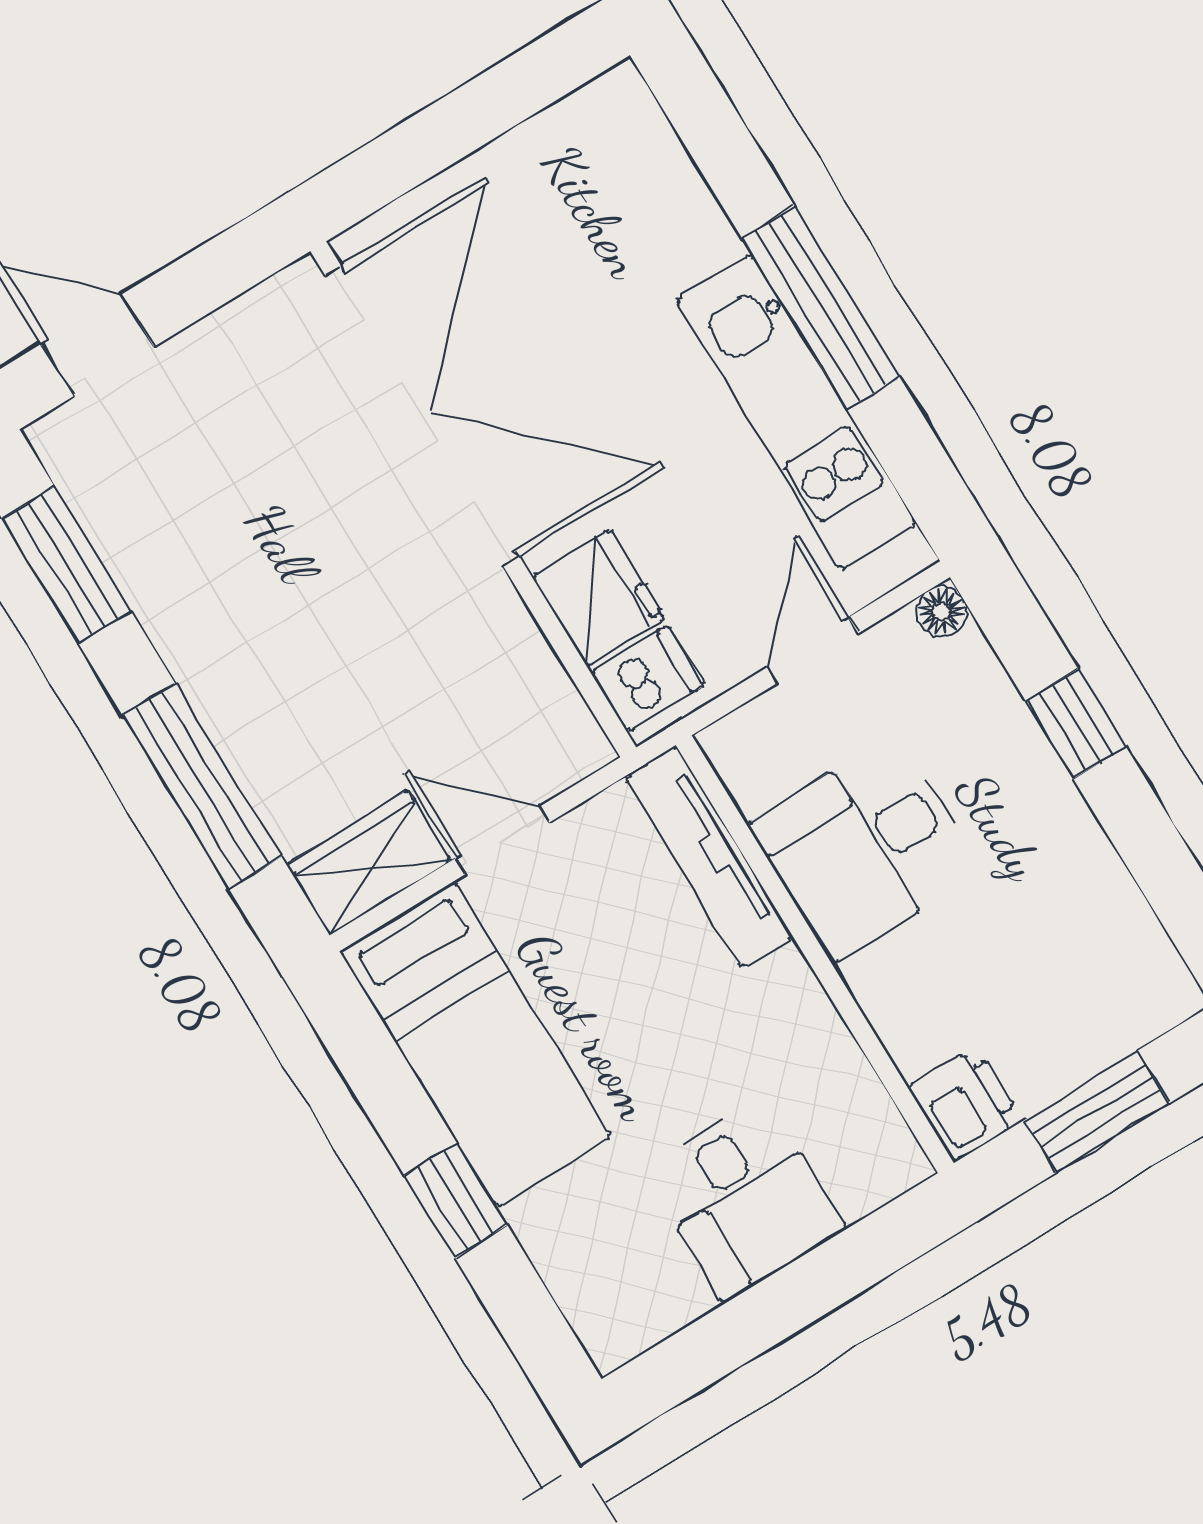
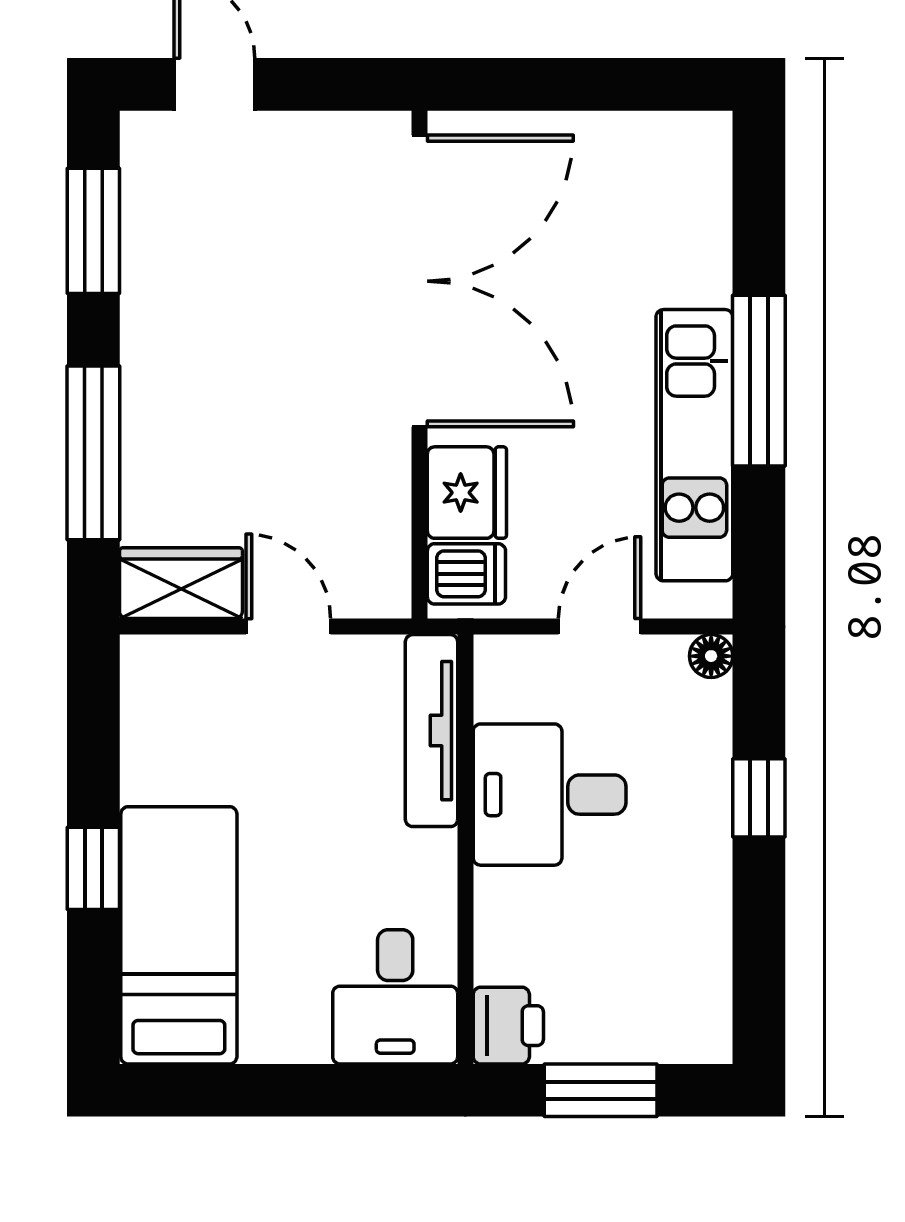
bed: (475, 1044) -> (179, 935), moved, turned 180
desk: (744, 1199) -> (395, 997), moved

